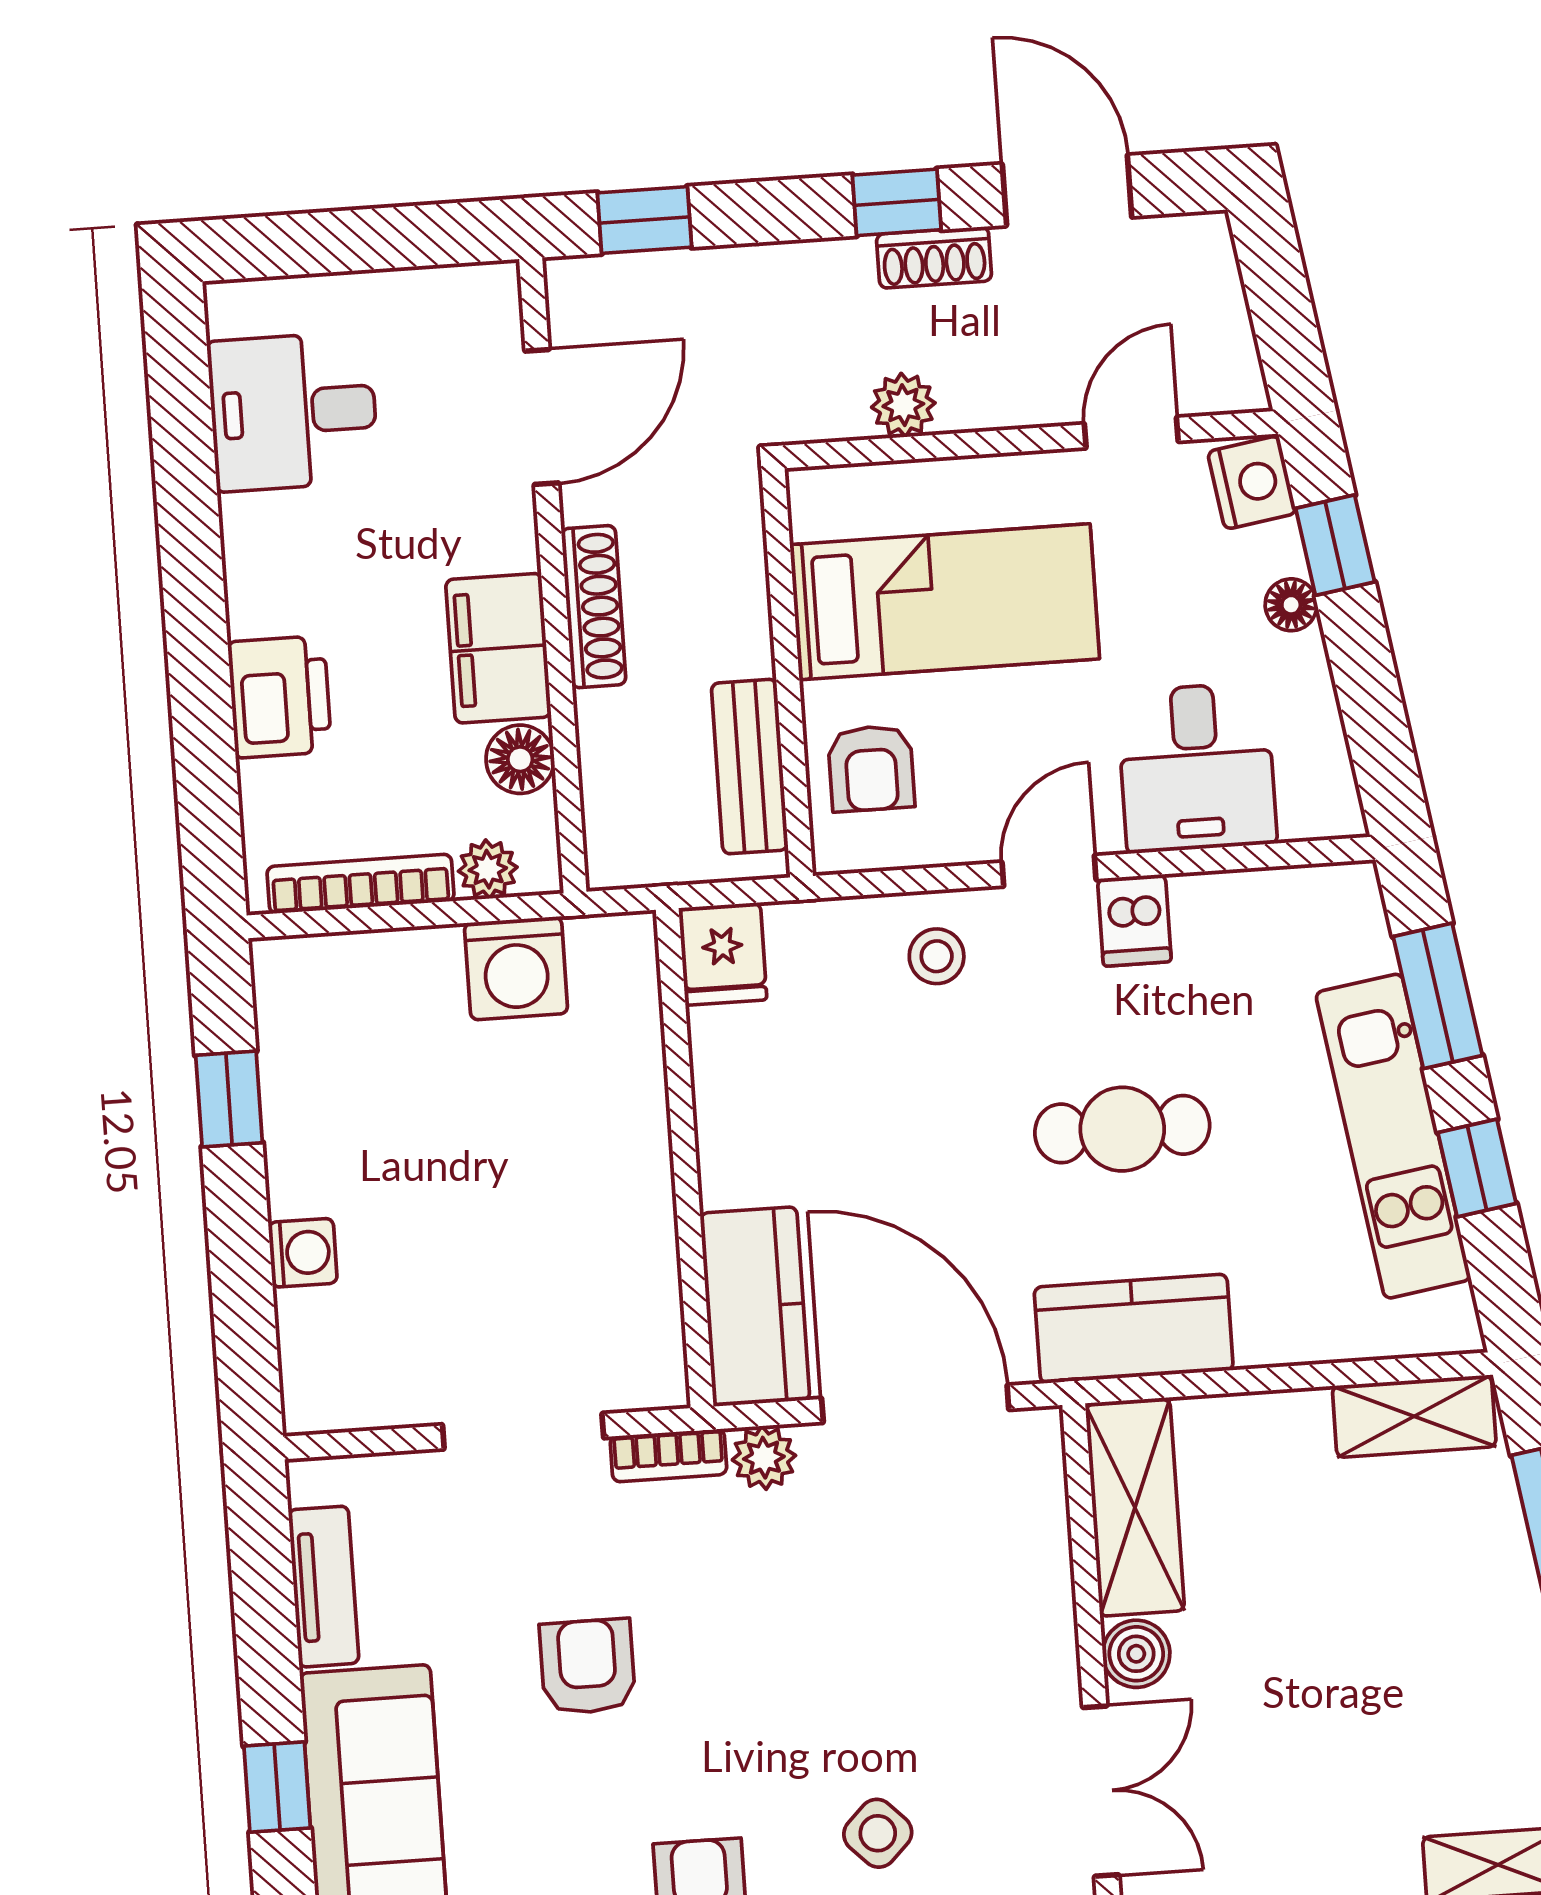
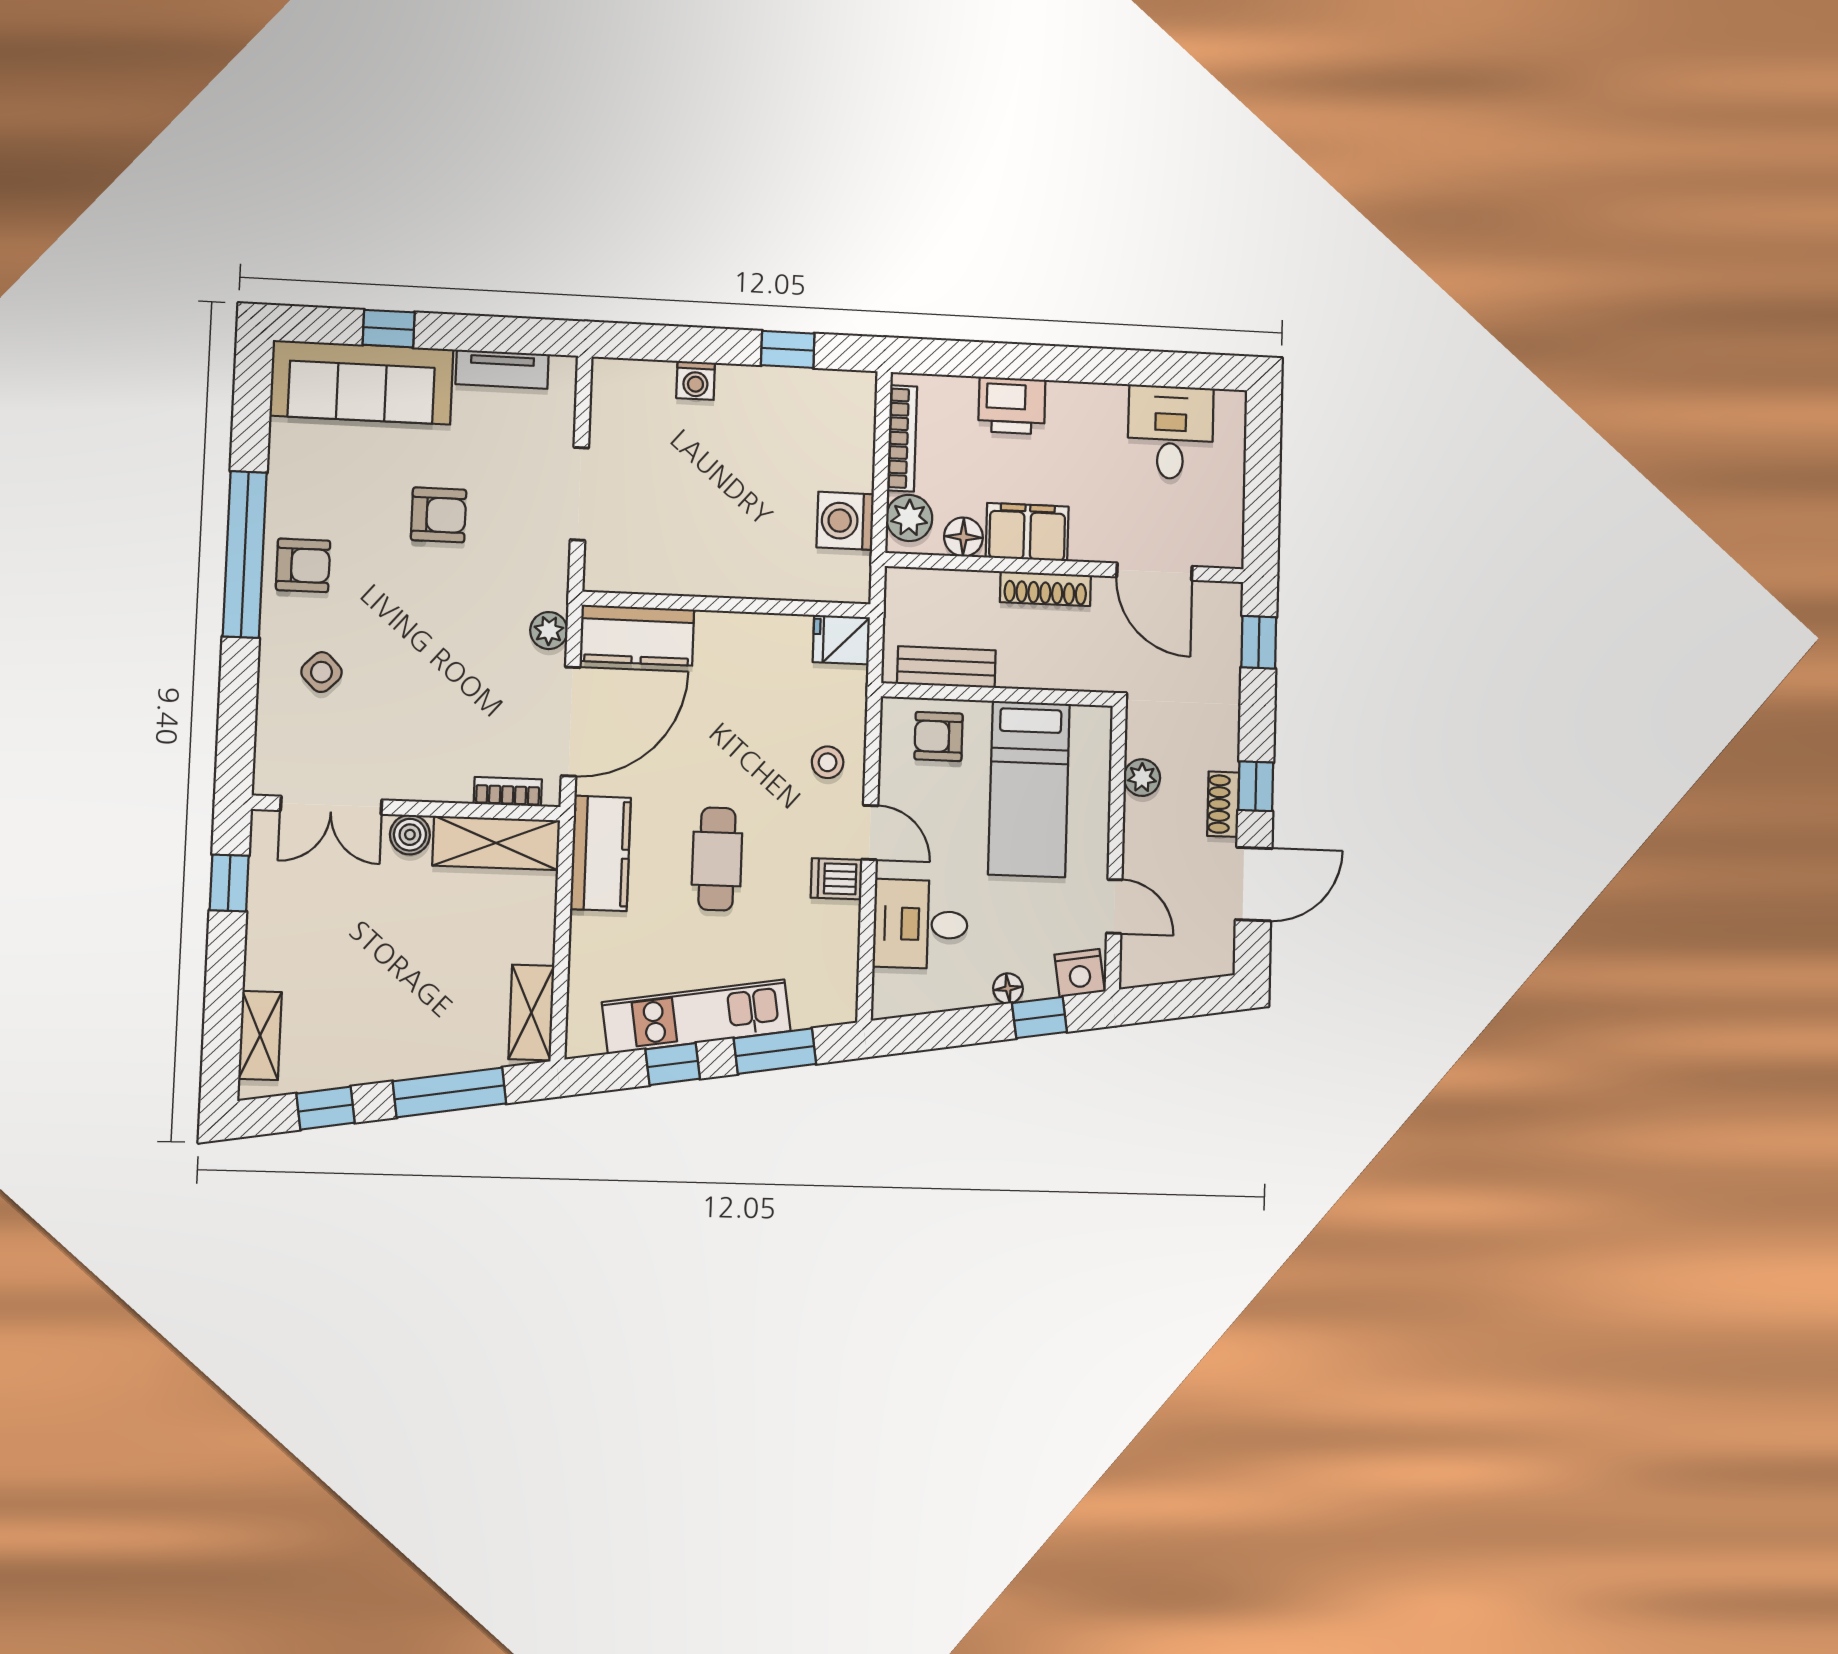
plant: (488, 869) -> (909, 518), width x1.38, depth x1.38
bookcase: (668, 1455) -> (508, 792), moved, turned 90

